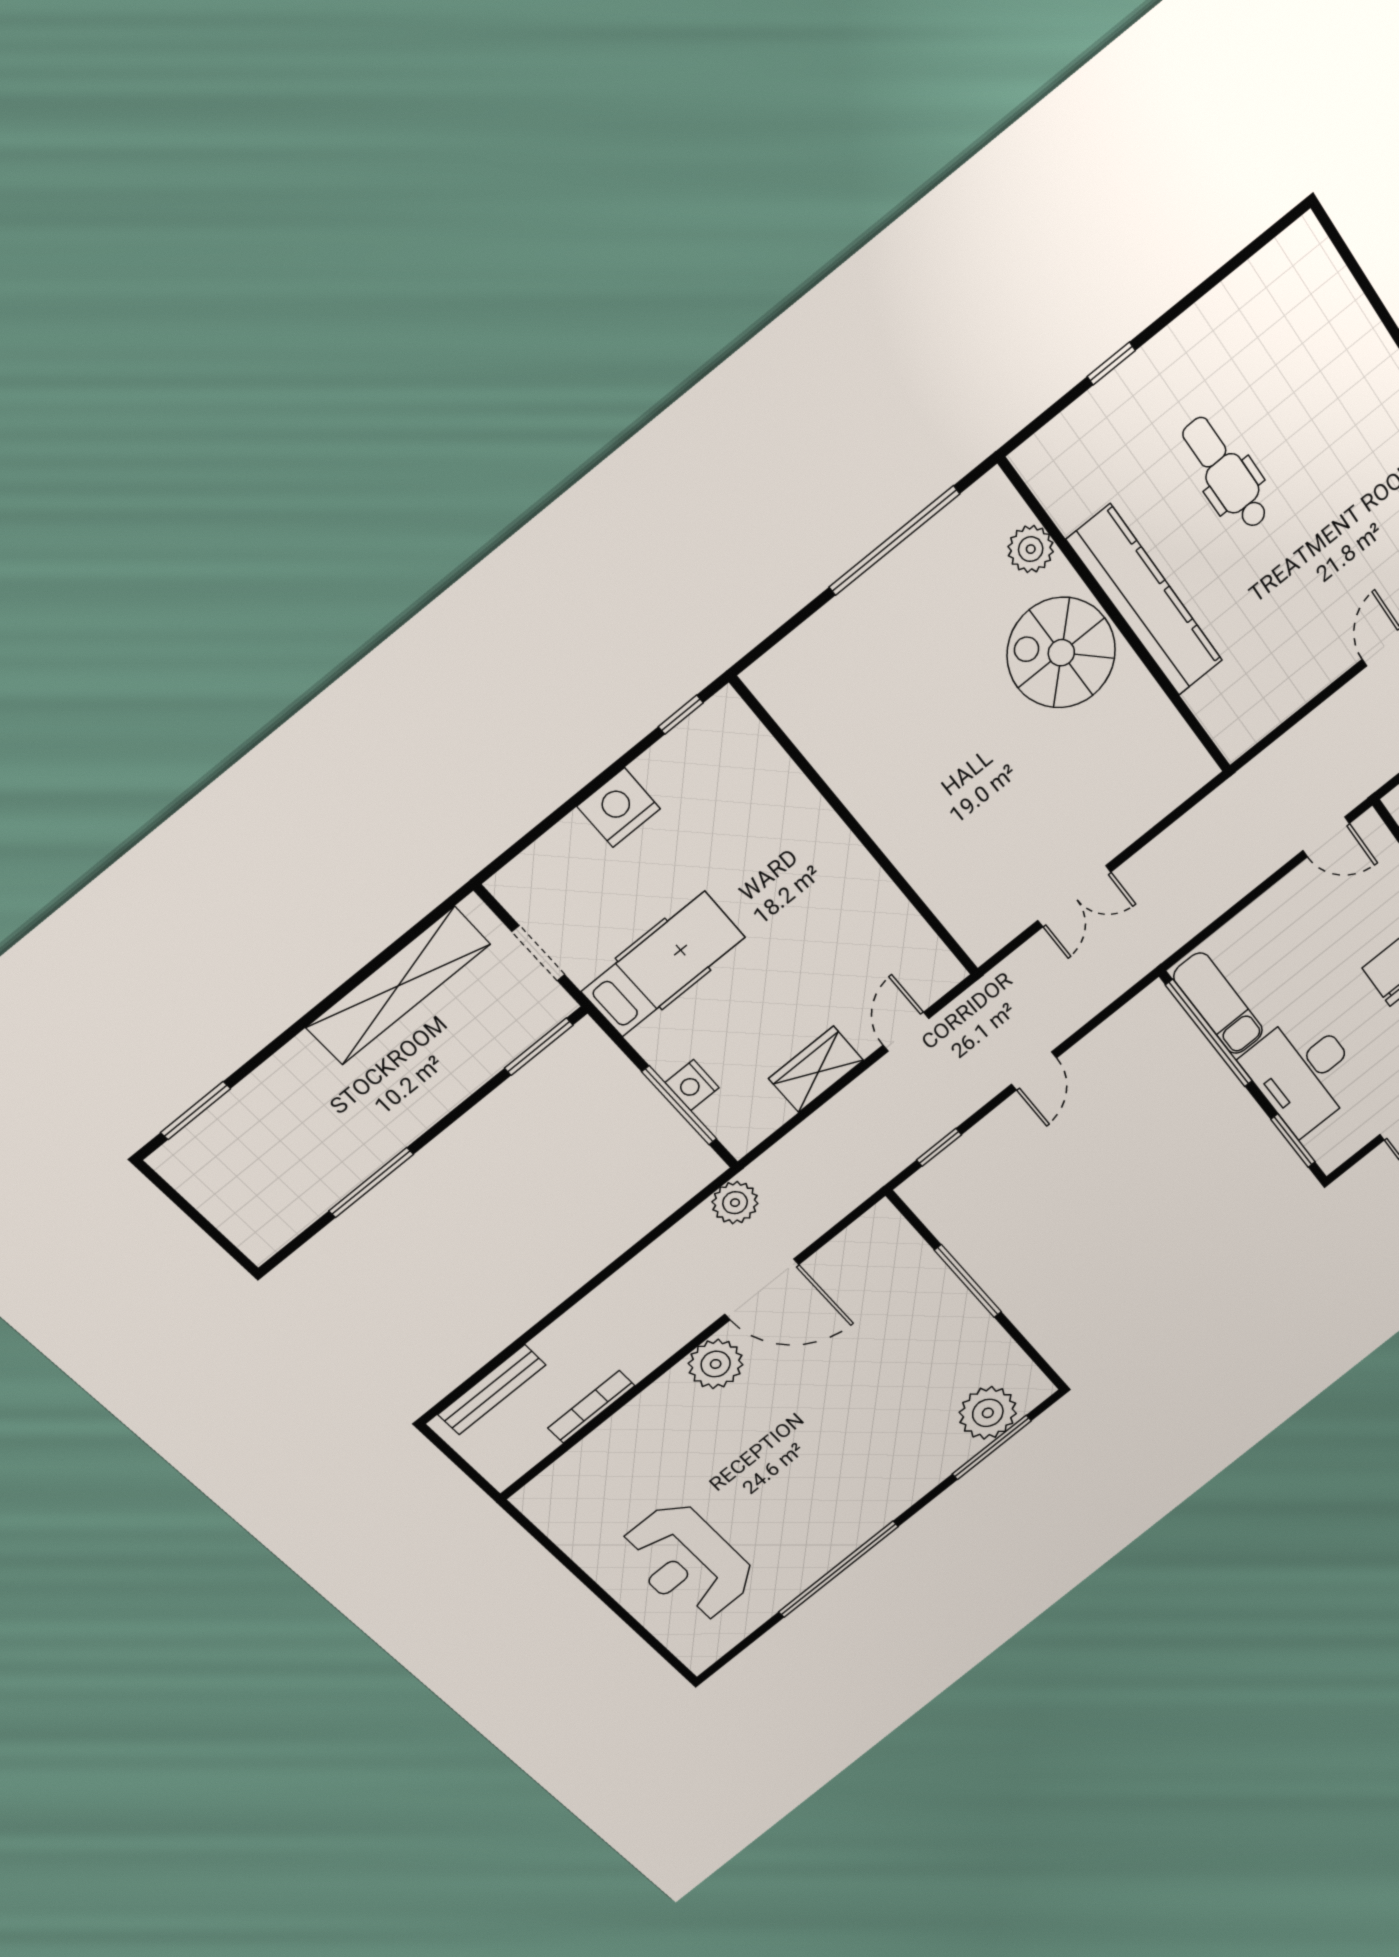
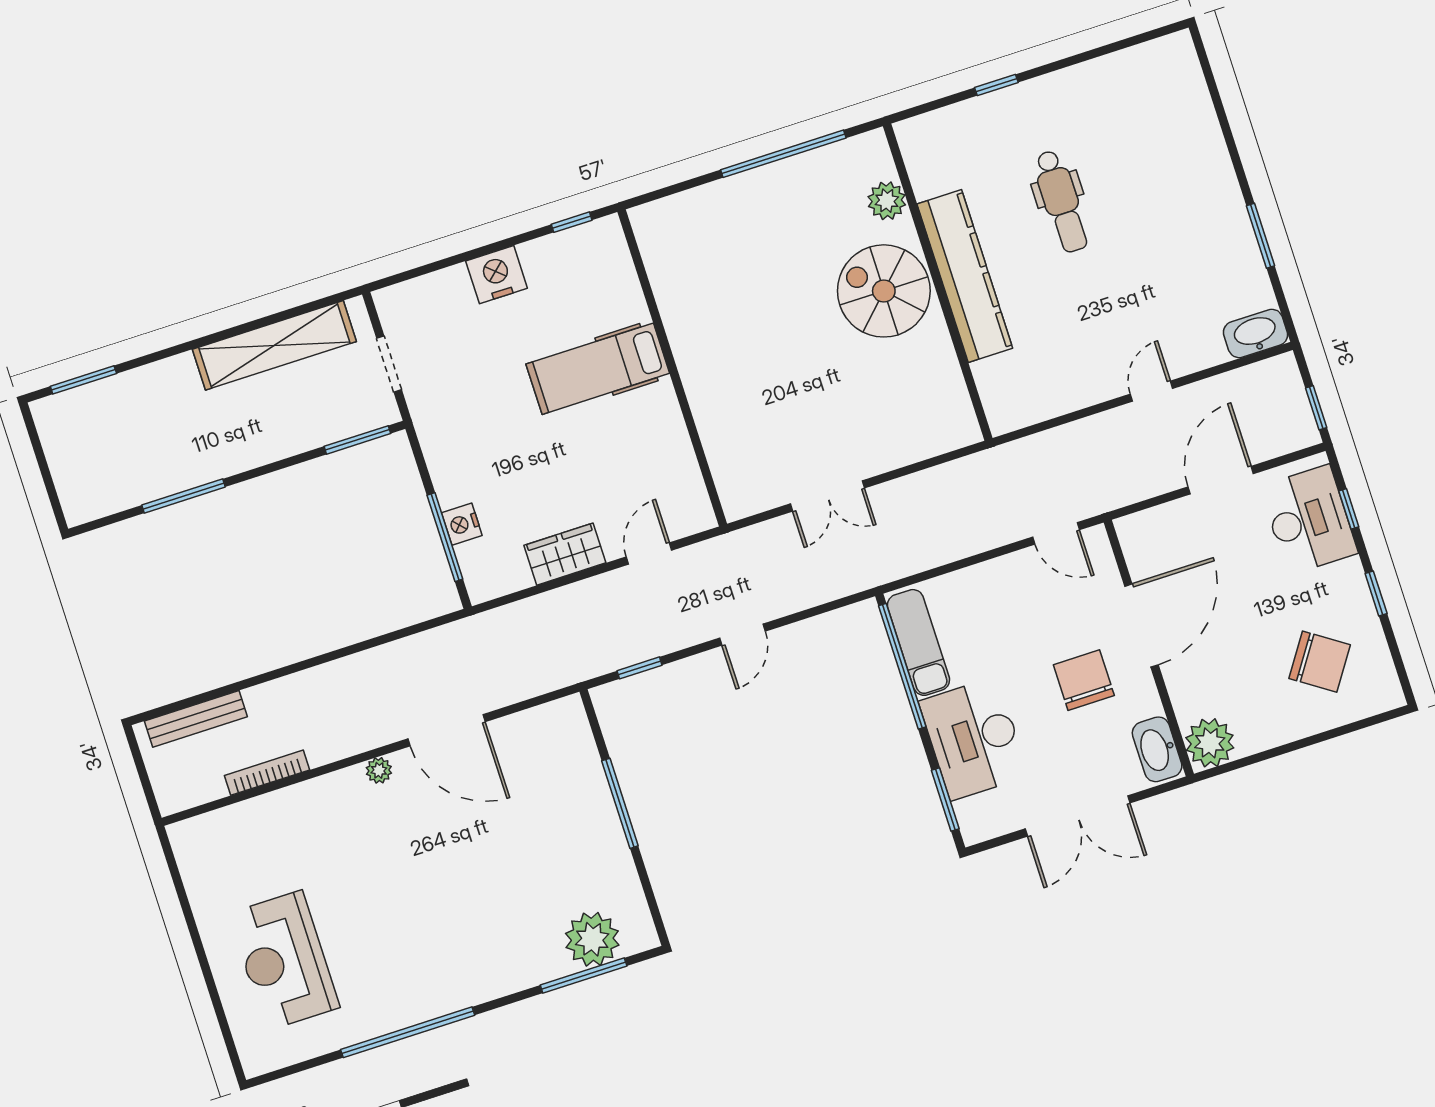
dental chair: (1226, 473) -> (1061, 201), turned 180
hospital bed: (663, 964) -> (598, 369), moved, turned 180
plant: (735, 1203) -> (455, 642), removed
plant: (716, 1364) -> (379, 770), width x0.53, depth x0.53

